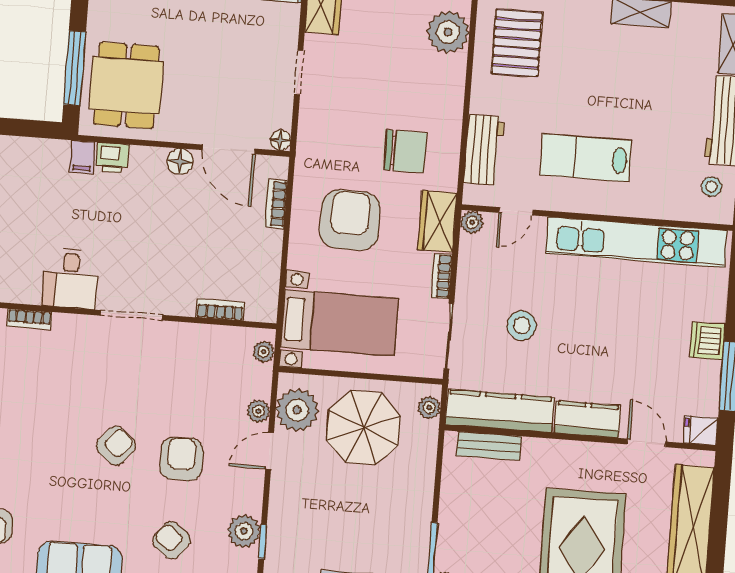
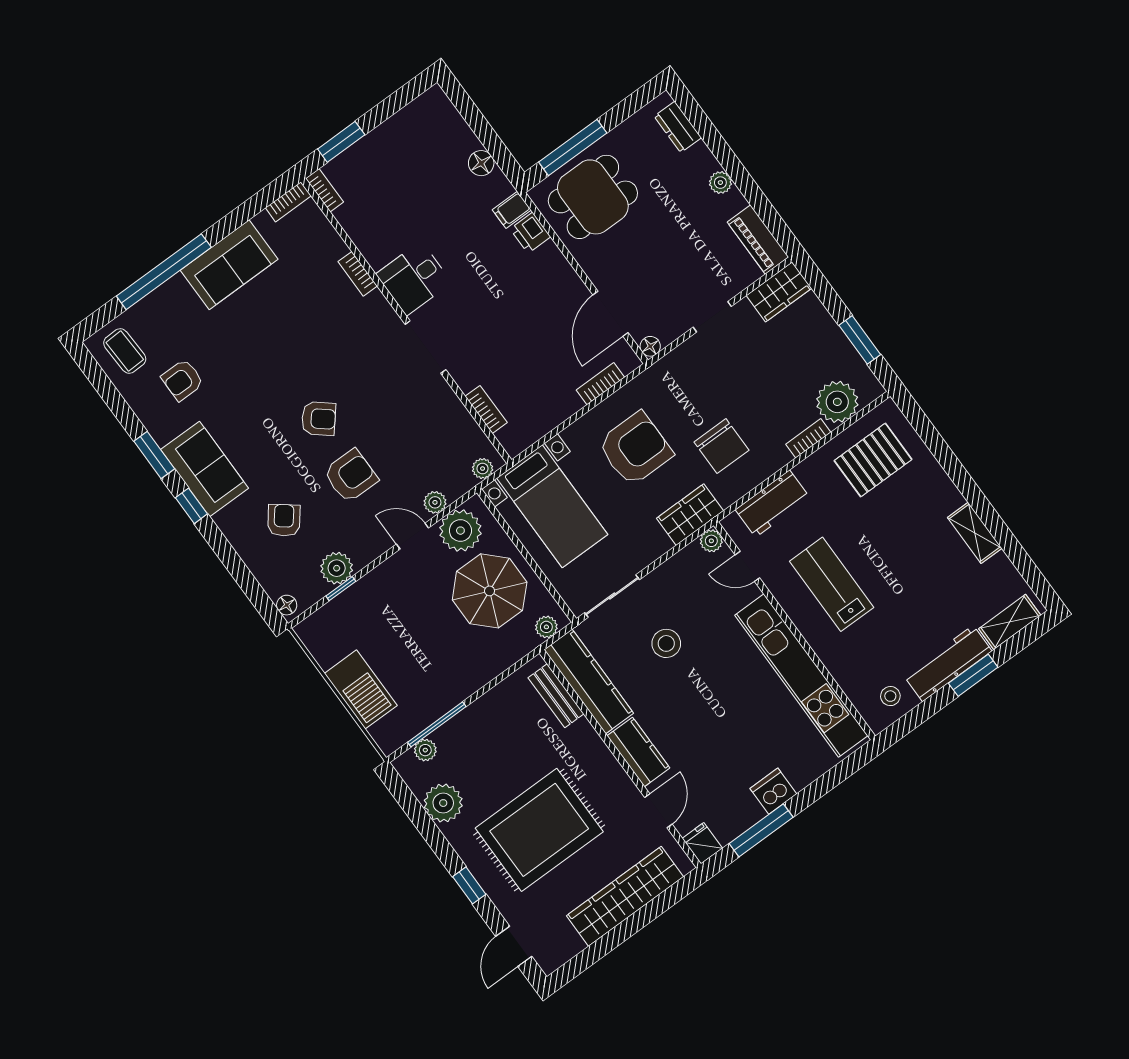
floor lamp: (180, 161) -> (481, 163), moved
bookcase: (442, 276) -> (808, 438), moved

